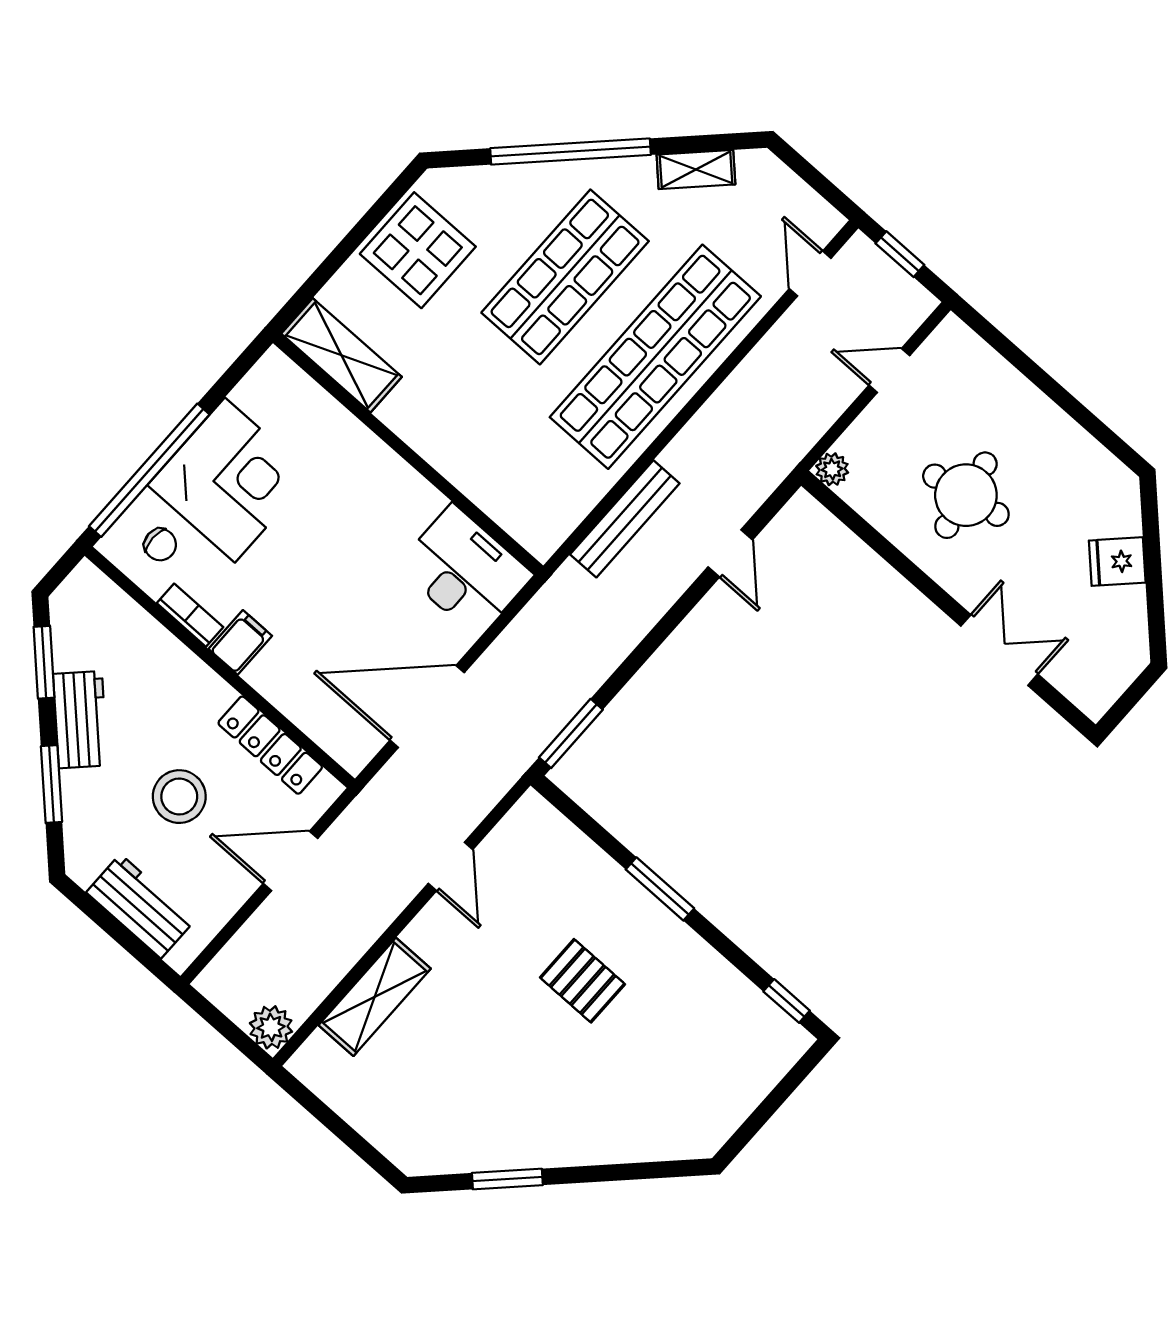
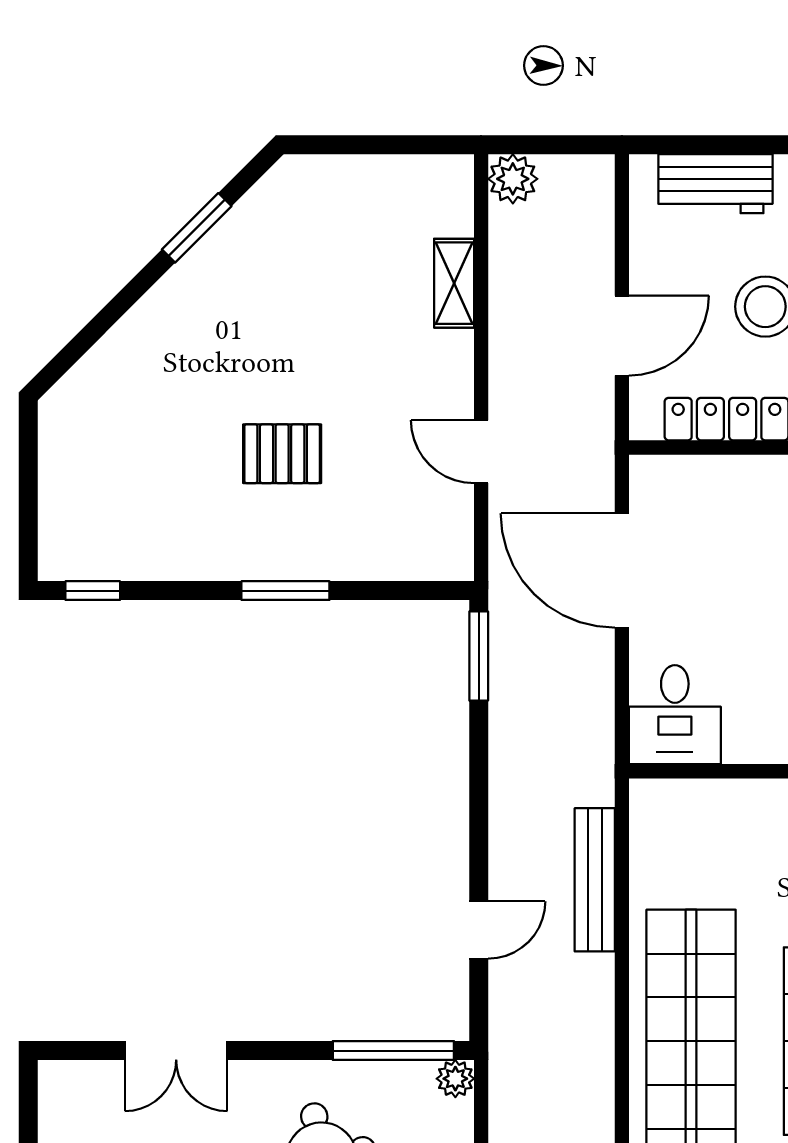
window: (856, 524) -> (393, 1051), added
door: (730, 553) -> (479, 930), swing flipped
desk: (465, 571) -> (675, 715), width x0.73
door: (427, 706) -> (622, 571), swing flipped
shelving: (375, 997) -> (454, 283), width x0.67, depth x0.75

